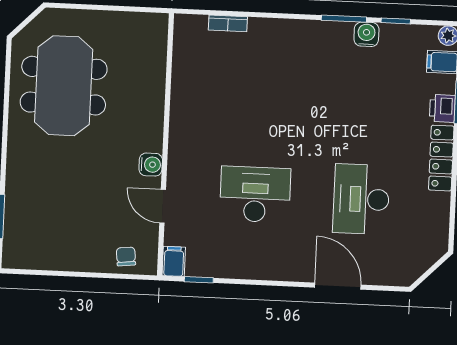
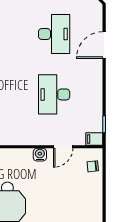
desk: (361, 199) -> (54, 34), turned -90

